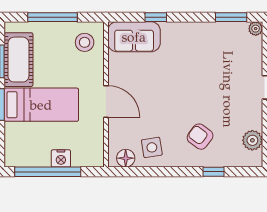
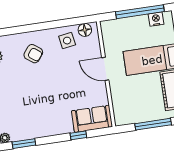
stool: (85, 42) -> (127, 109), removed
nightstand: (61, 158) -> (156, 19), moved
window: (214, 172) -> (20, 30), removed

